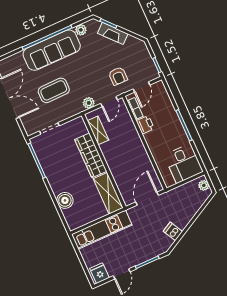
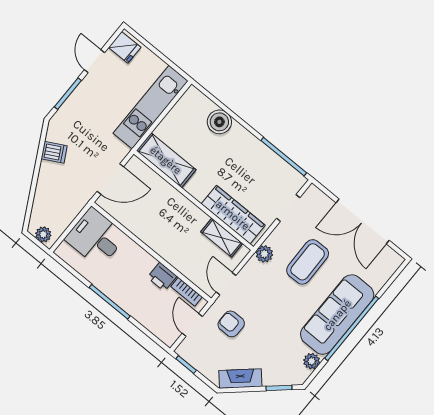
fireplace: (113, 33) -> (240, 379), moved
plant: (89, 103) -> (264, 254), moved
wardrobe: (91, 155) -> (233, 215), moved
desk: (184, 163) -> (96, 237), moved
door: (147, 199) -> (110, 179), hinge flipped

